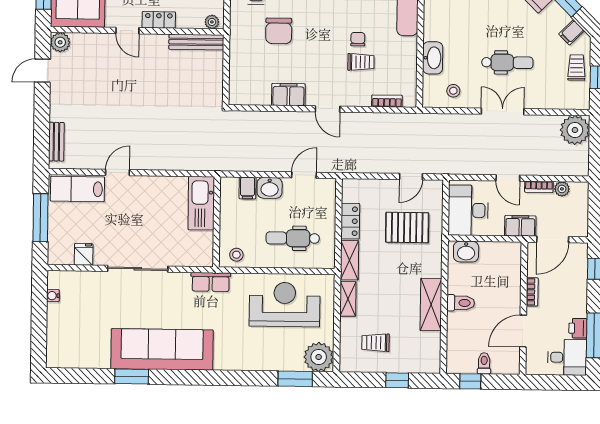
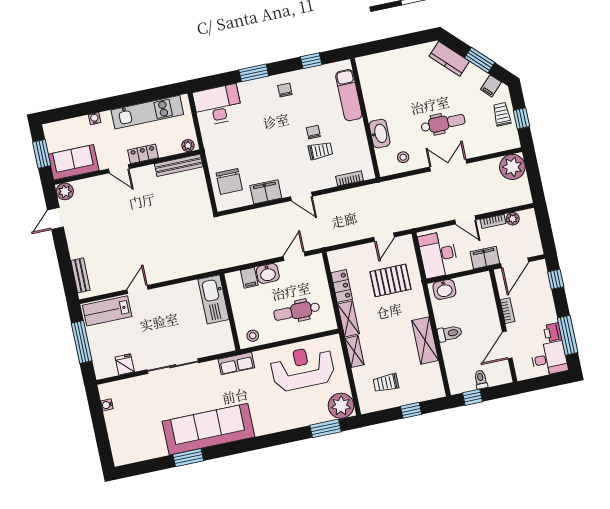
chair: (279, 31) -> (229, 181), moved

